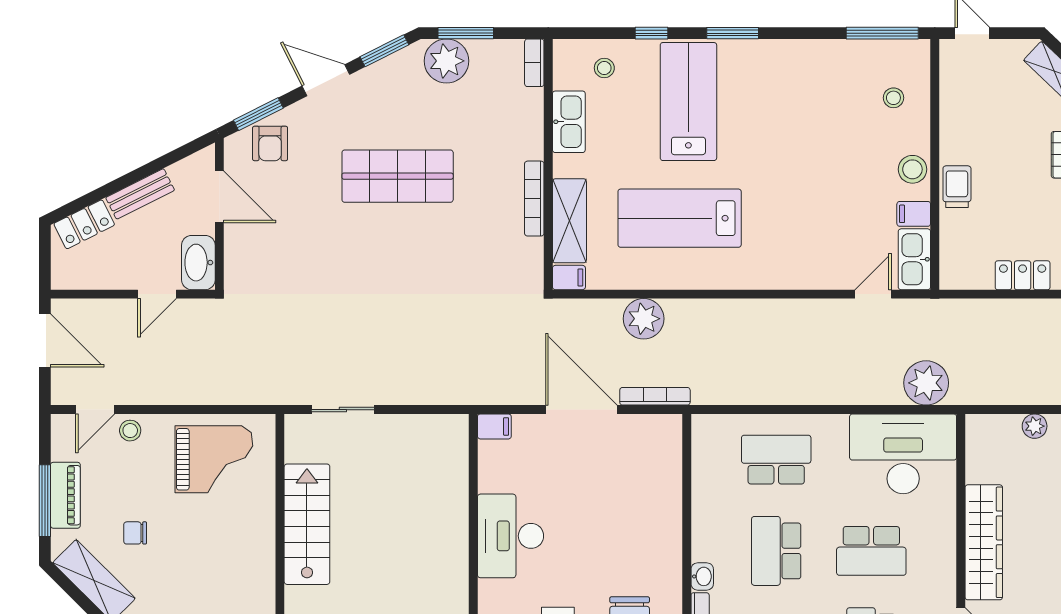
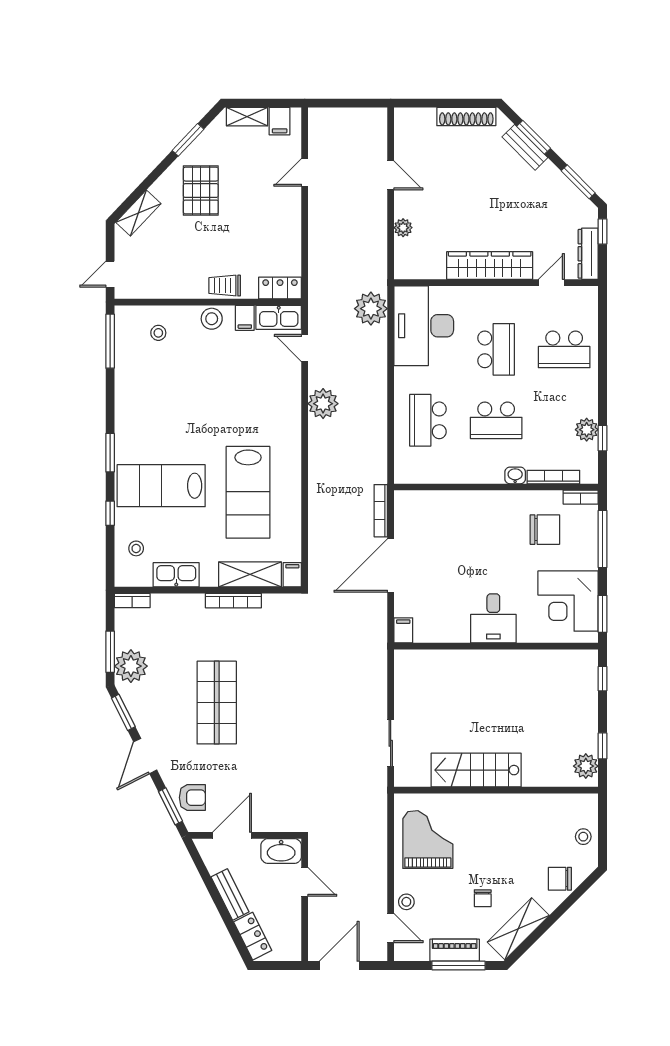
locker: (1023, 275) -> (280, 288), moved, turned 90
plant: (644, 319) -> (323, 404), moved
desk: (510, 536) -> (493, 618), width x0.73

